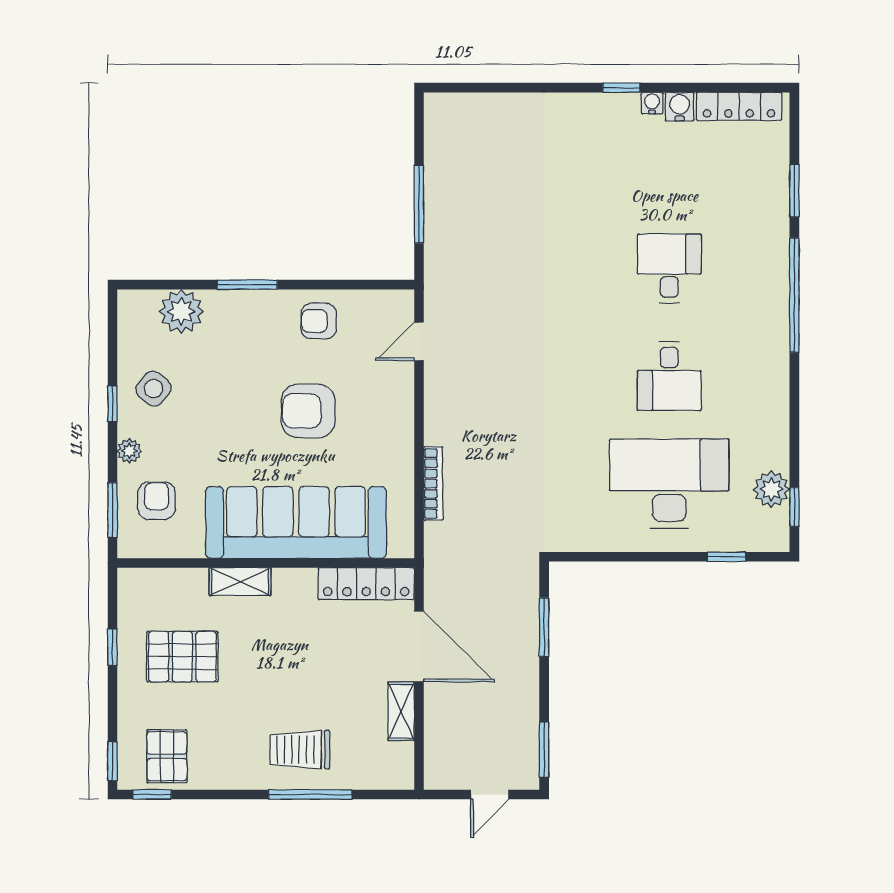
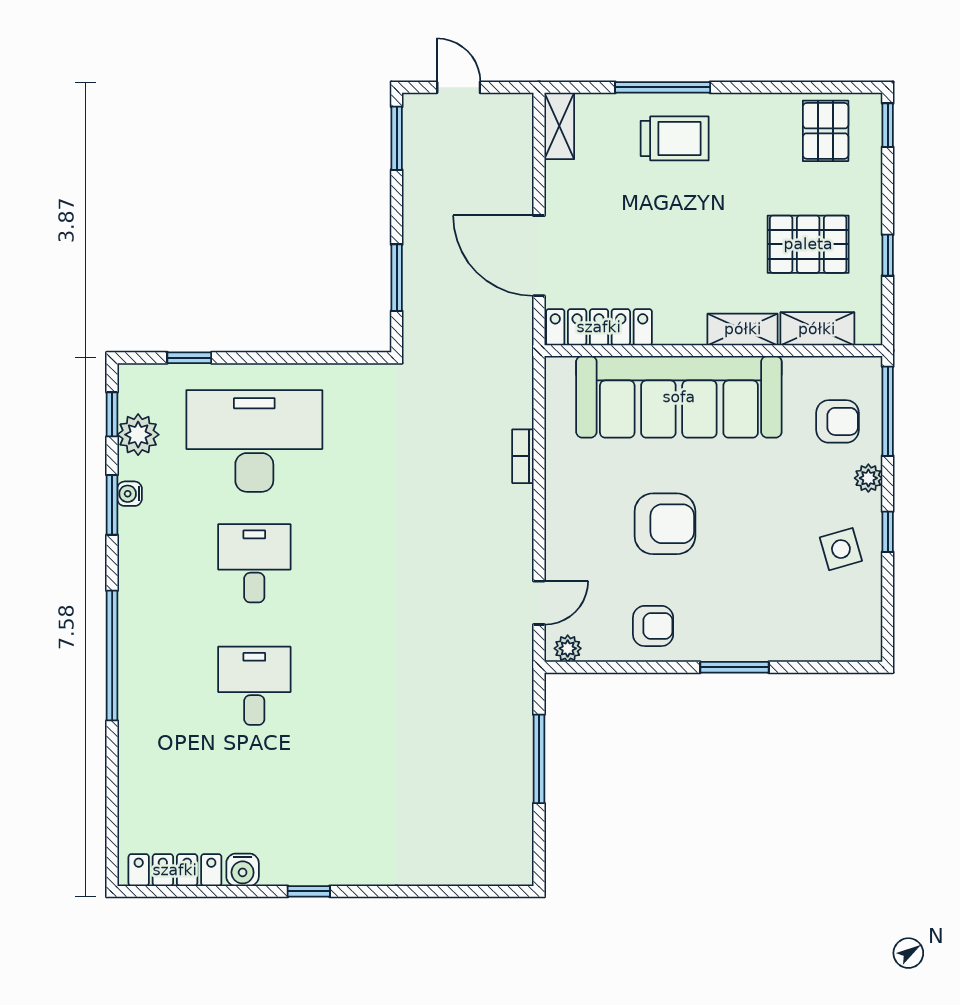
water cooler: (652, 103) -> (130, 494), moved, turned 90
window: (794, 191) -> (112, 505), moved
desk: (669, 268) -> (254, 686), turned 180
plant: (181, 311) -> (568, 648), moved, width x0.53, depth x0.53
side table: (154, 389) -> (841, 549), turned 35
bookcase: (433, 484) -> (523, 456), width x0.64
desk: (669, 484) -> (254, 441), turned 180
armchair: (157, 501) -> (837, 421), turned -90
window: (112, 510) -> (888, 411), width x1.44
shelving: (174, 582) -> (817, 329), added
shelving: (401, 711) -> (559, 126), moved
window: (152, 795) -> (843, 87), removed
door: (490, 795) -> (459, 87), hinge flipped

